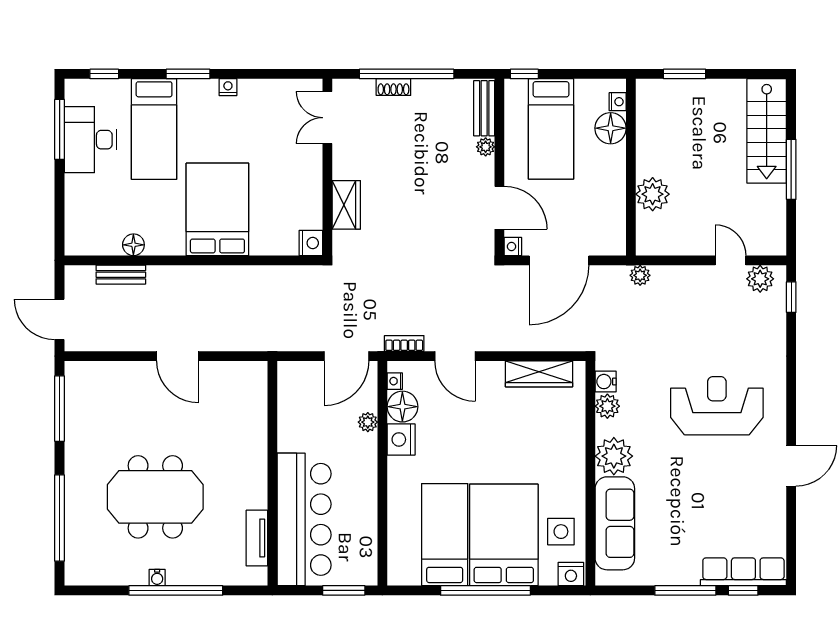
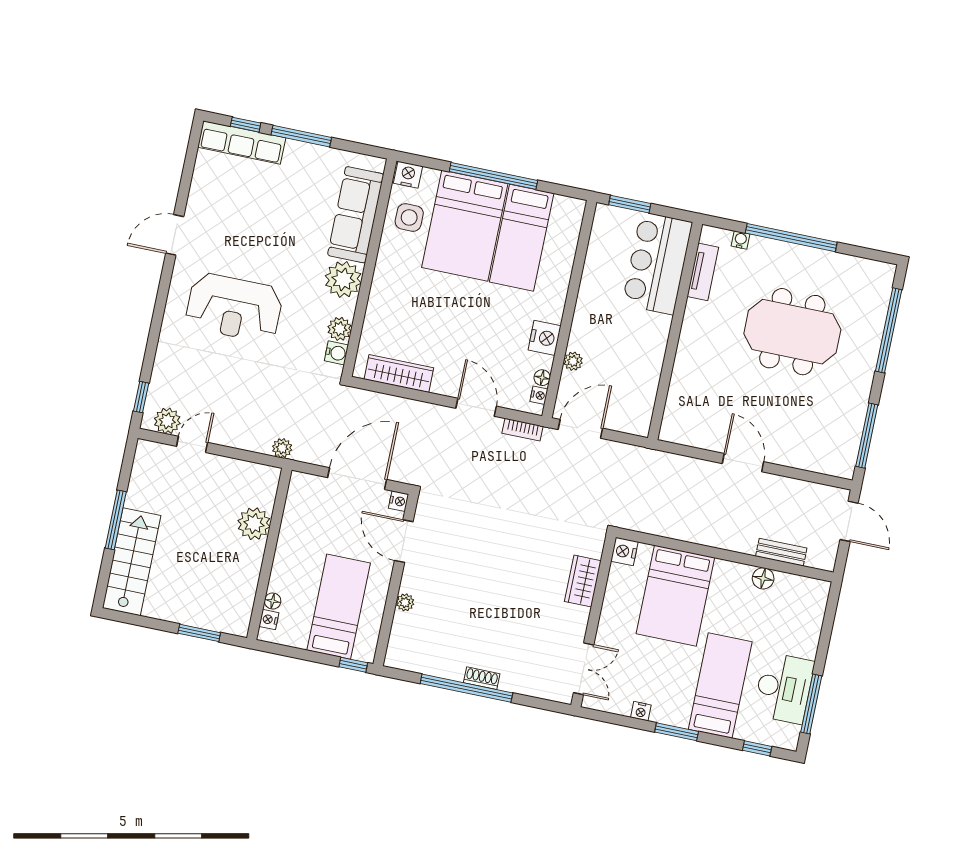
bench: (484, 108) -> (399, 640), removed
double door: (327, 118) -> (584, 669), moved
floor lamp: (611, 128) -> (273, 601), width x0.53, depth x0.53
wall: (327, 167) -> (593, 621), moved
wardrobe: (346, 205) -> (583, 581), moved
nightstand: (311, 243) -> (624, 551), moved
door: (731, 260) -> (192, 444), swing flipped
floor lamp: (402, 407) -> (542, 378), width x0.53, depth x0.53
bar counter: (304, 519) -> (657, 263), width x0.73
water cooler: (157, 578) -> (741, 240), moved

